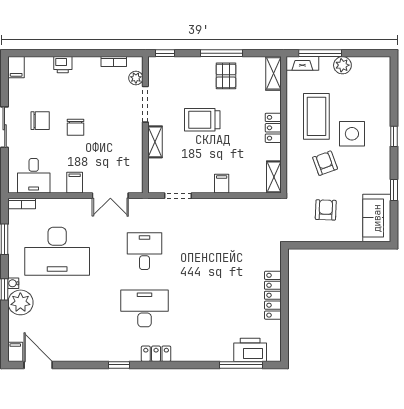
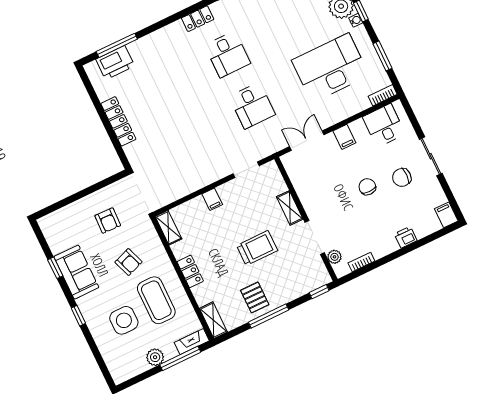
side table: (352, 134) -> (124, 320), moved
sofa: (377, 218) -> (76, 272), moved
desk: (145, 308) -> (228, 54), width x0.73

